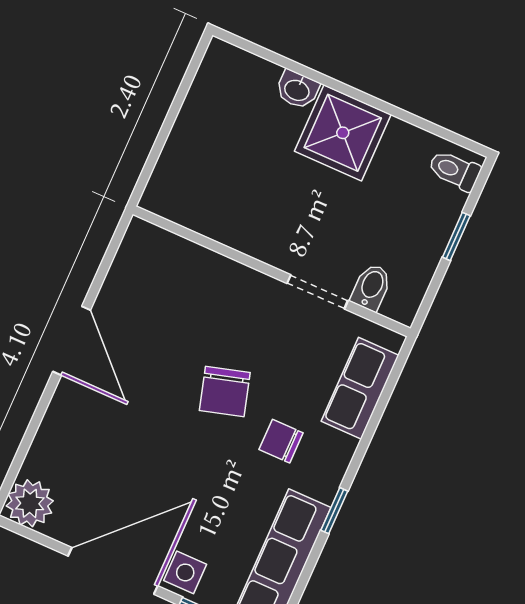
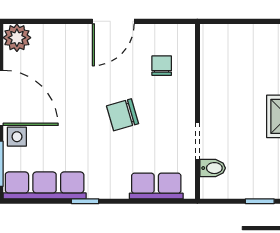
chair: (281, 441) -> (162, 66), moved

